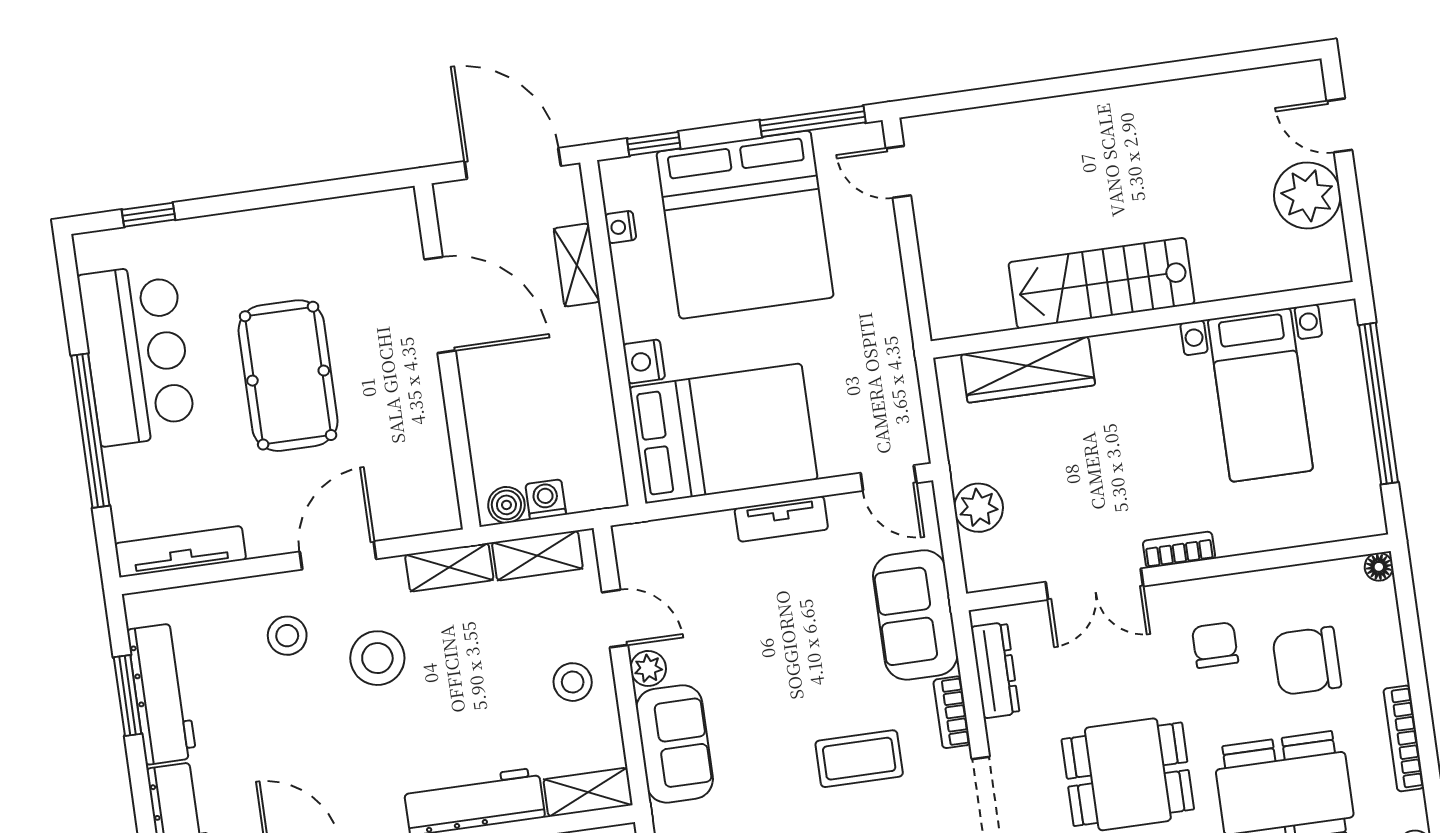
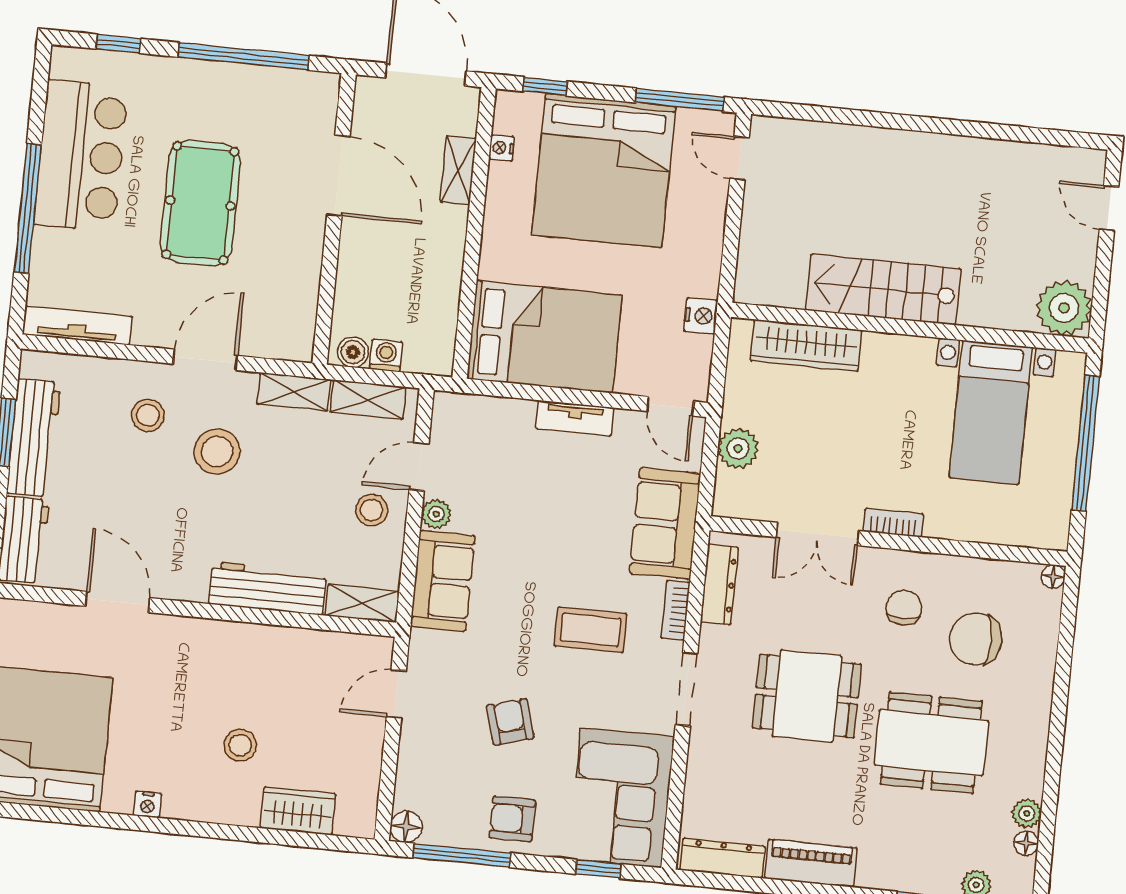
window: (297, 194) -> (244, 56), added
plant: (1307, 195) -> (1064, 308), moved
nightstand: (644, 362) -> (701, 316), moved, turned 180
door: (615, 619) -> (419, 467), swing flipped
bookcase: (1404, 738) -> (1039, 722), removed

